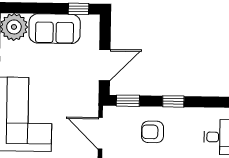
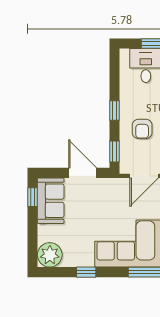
sofa: (55, 29) -> (51, 201), moved

